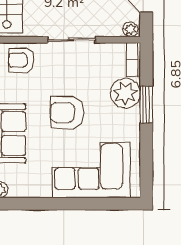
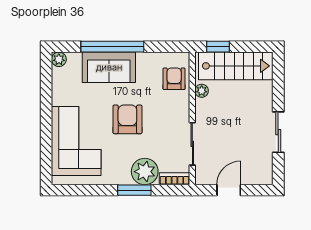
plant: (130, 29) -> (202, 91), moved
sliding door: (71, 40) -> (192, 144), moved

